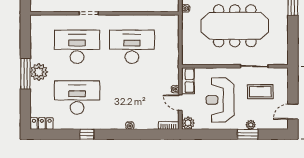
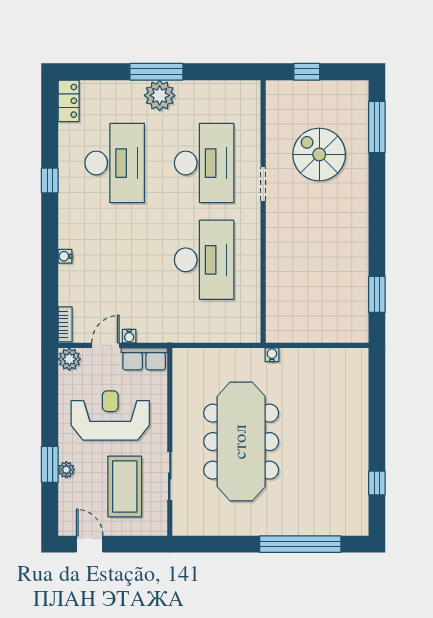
coffee table: (260, 92) -> (125, 486), width x1.36, depth x1.32

